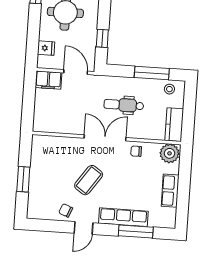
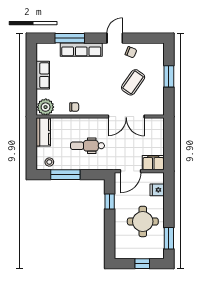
door: (76, 72) -> (131, 171), hinge flipped
dental chair: (124, 105) -> (88, 146), turned 180
double door: (105, 138) -> (126, 117), moved
coffee table: (89, 180) -> (133, 82), moved

